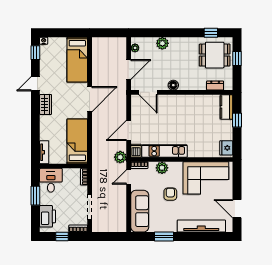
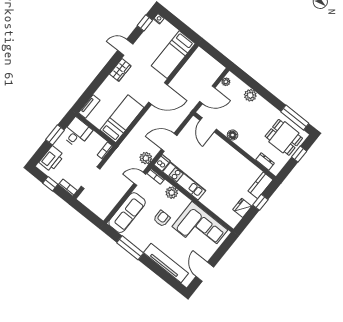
window: (211, 33) -> (295, 117), width x2.17
fridge: (226, 148) -> (242, 208), moved
window: (164, 237) -> (130, 248), width x1.44

